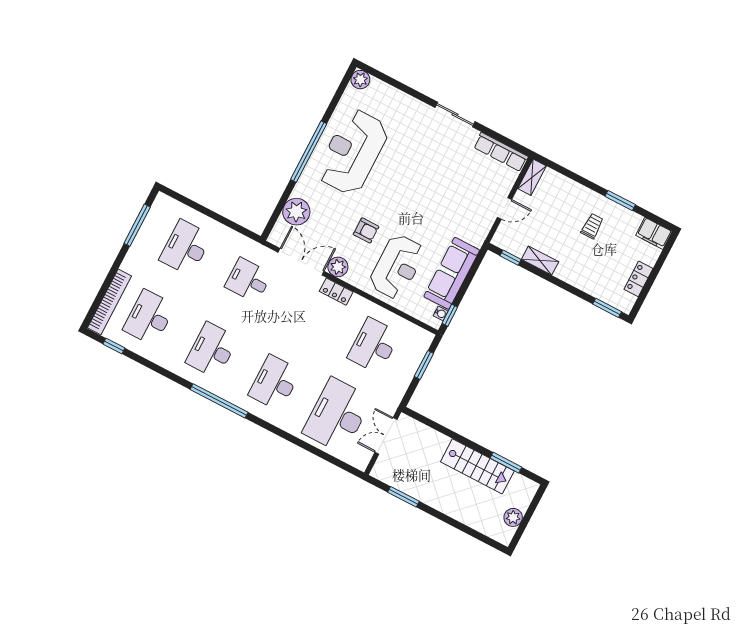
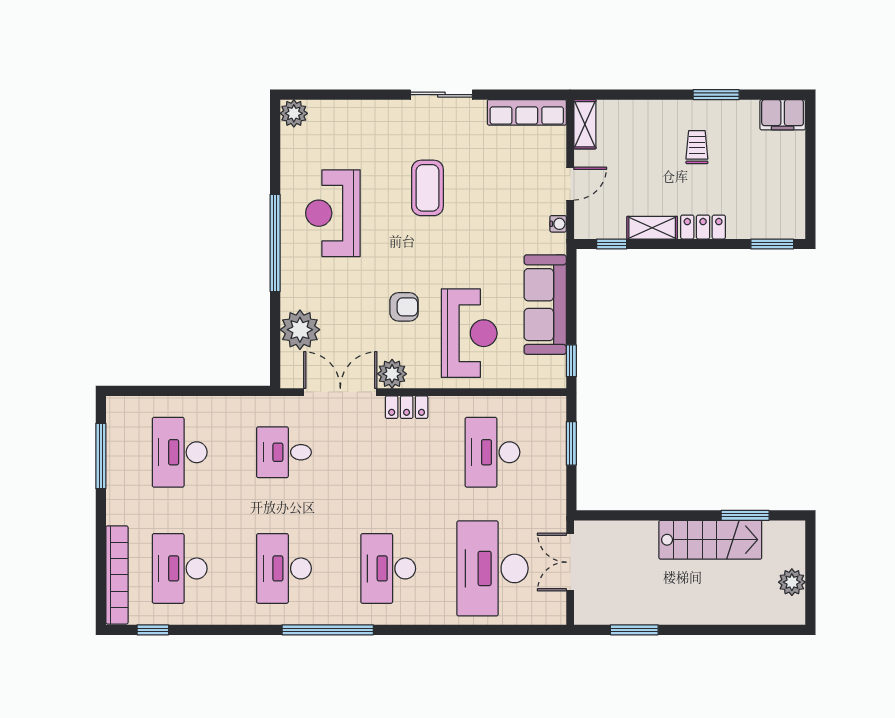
reception desk: (353, 152) -> (333, 213), width x0.74, depth x0.77
coffee table: (417, 166) -> (427, 188), added
locker: (638, 279) -> (703, 227), moved, turned 90
water cooler: (441, 313) -> (558, 224), moved

